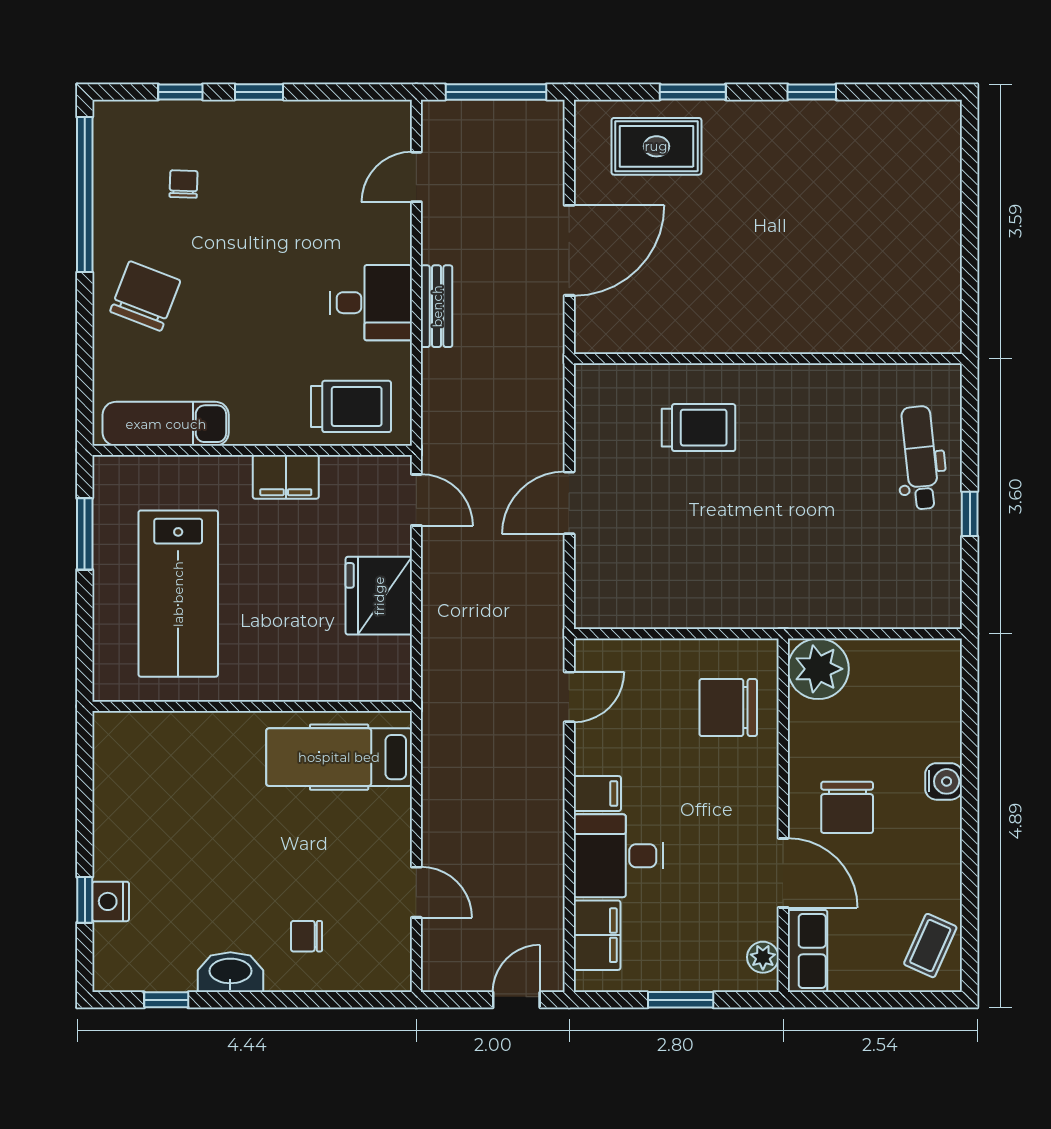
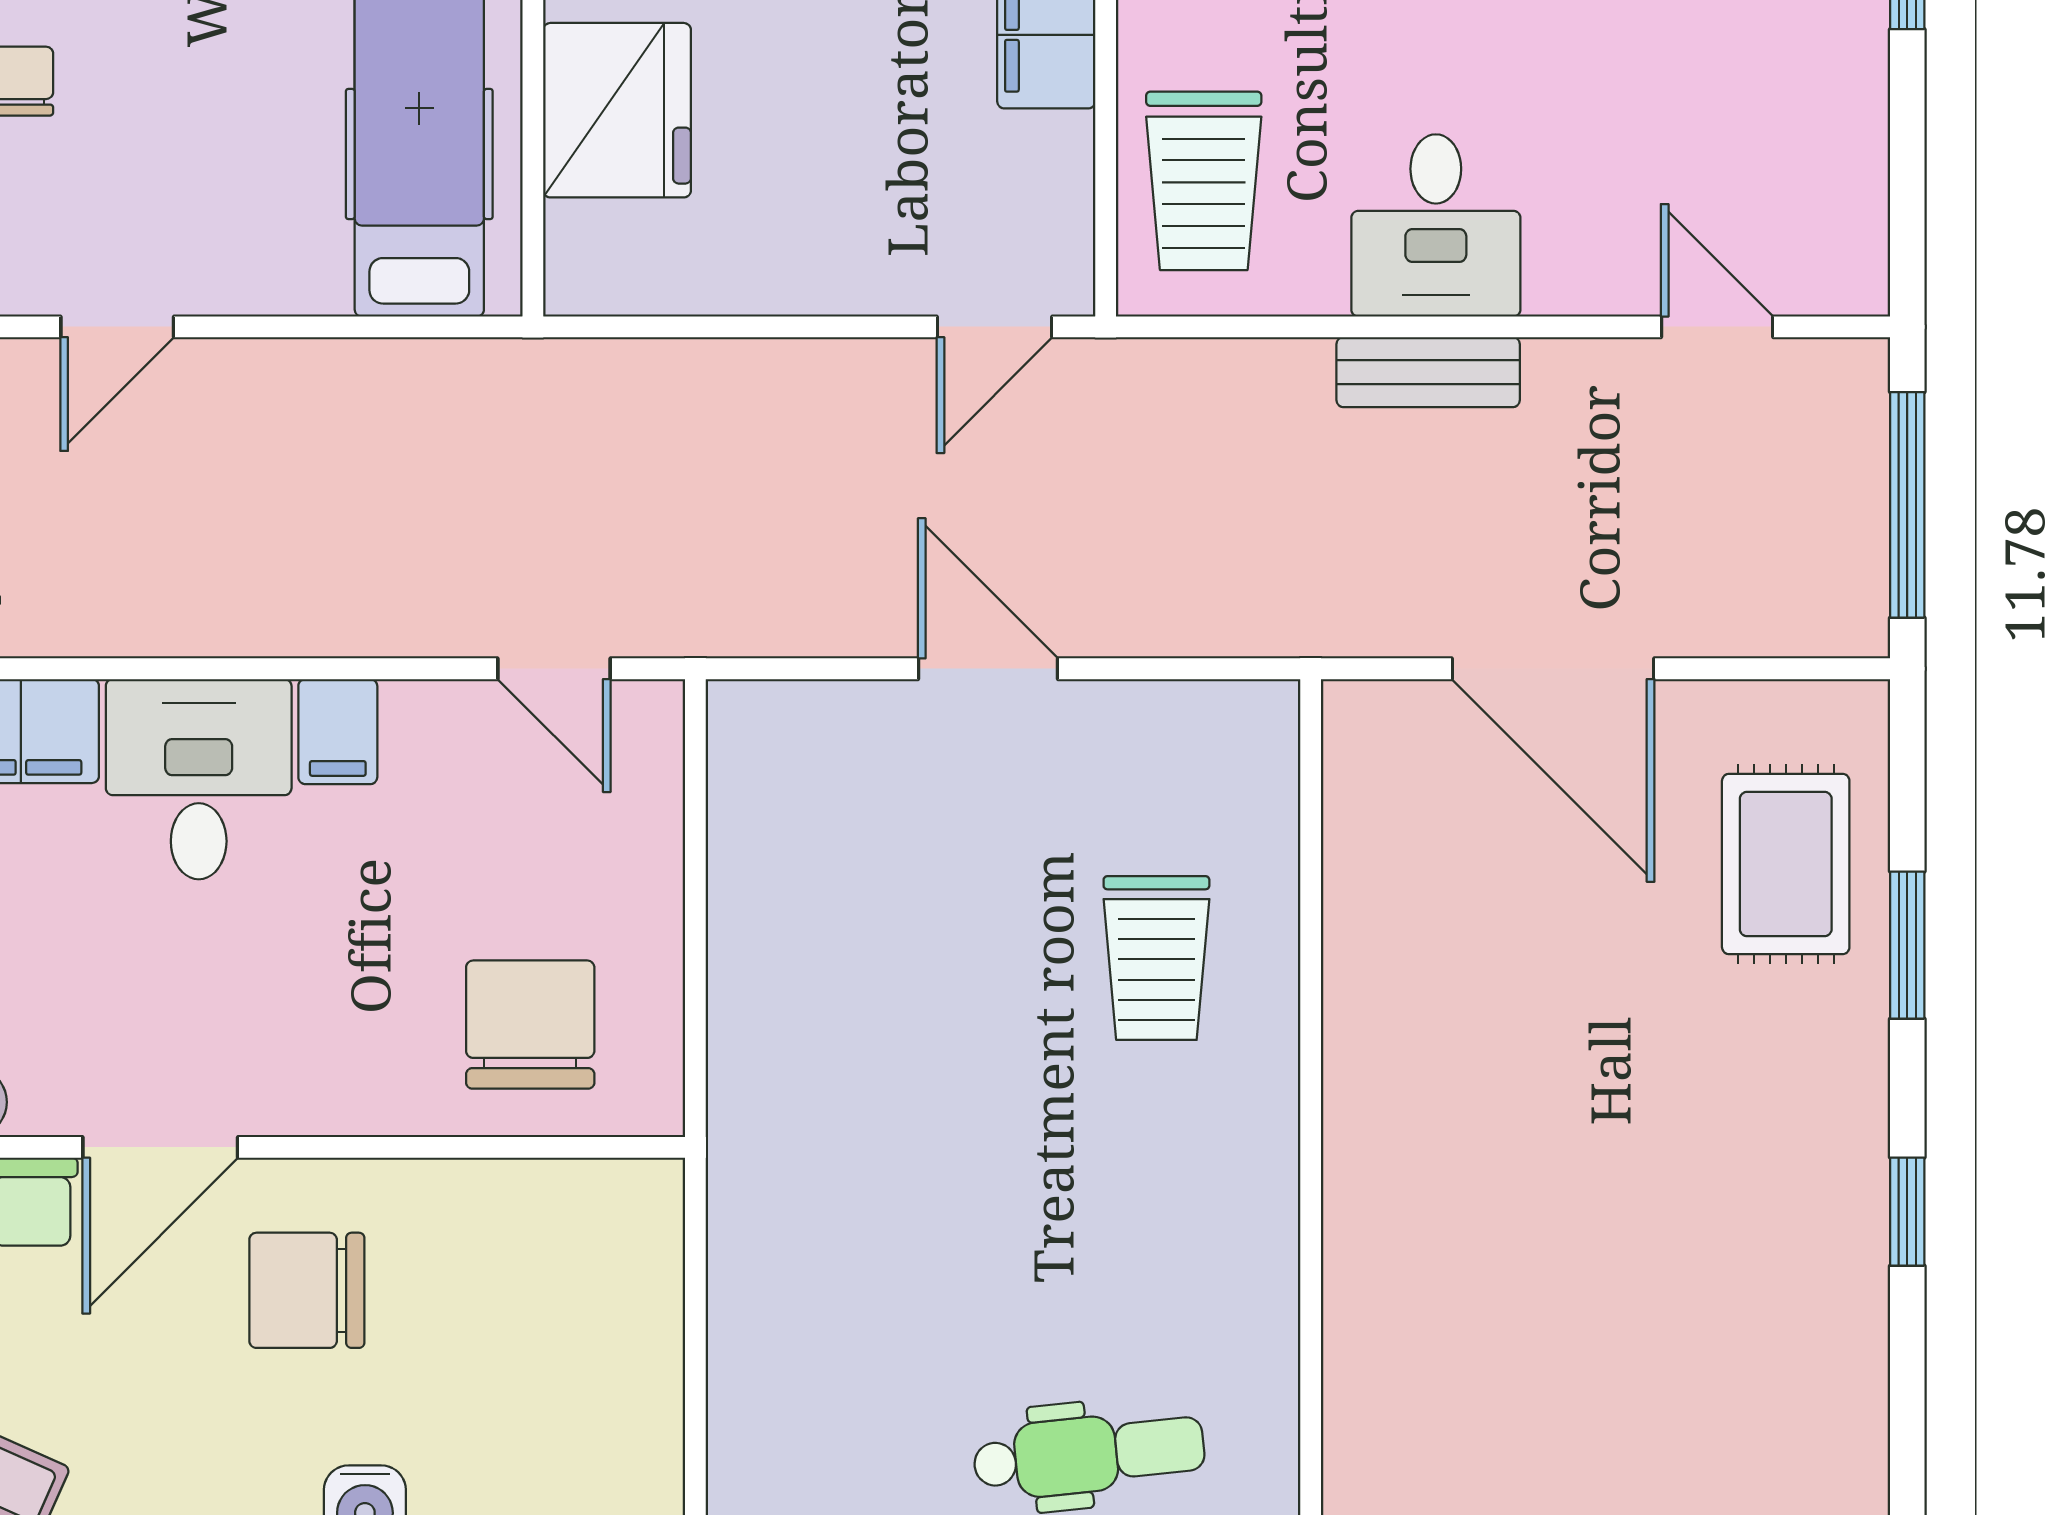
fridge: (379, 596) -> (617, 110), moved, turned 90
plant: (818, 669) -> (617, 1226), removed

